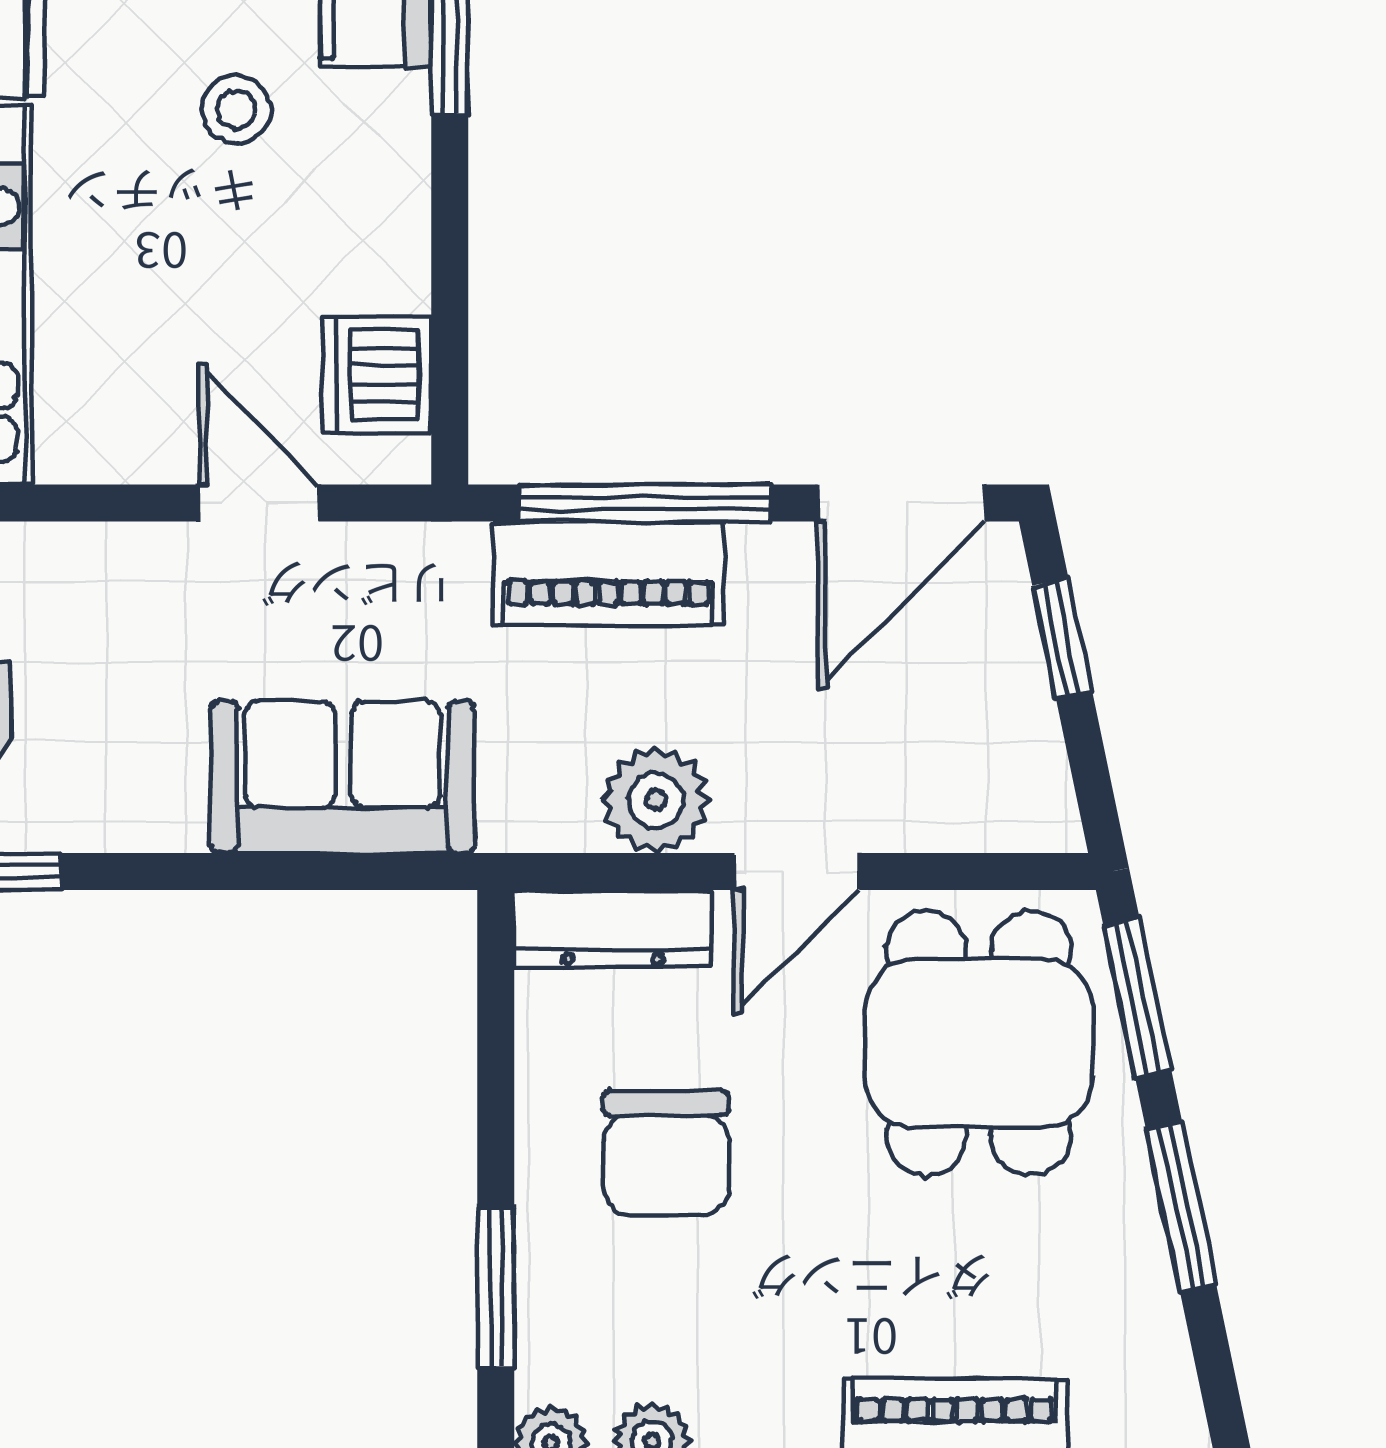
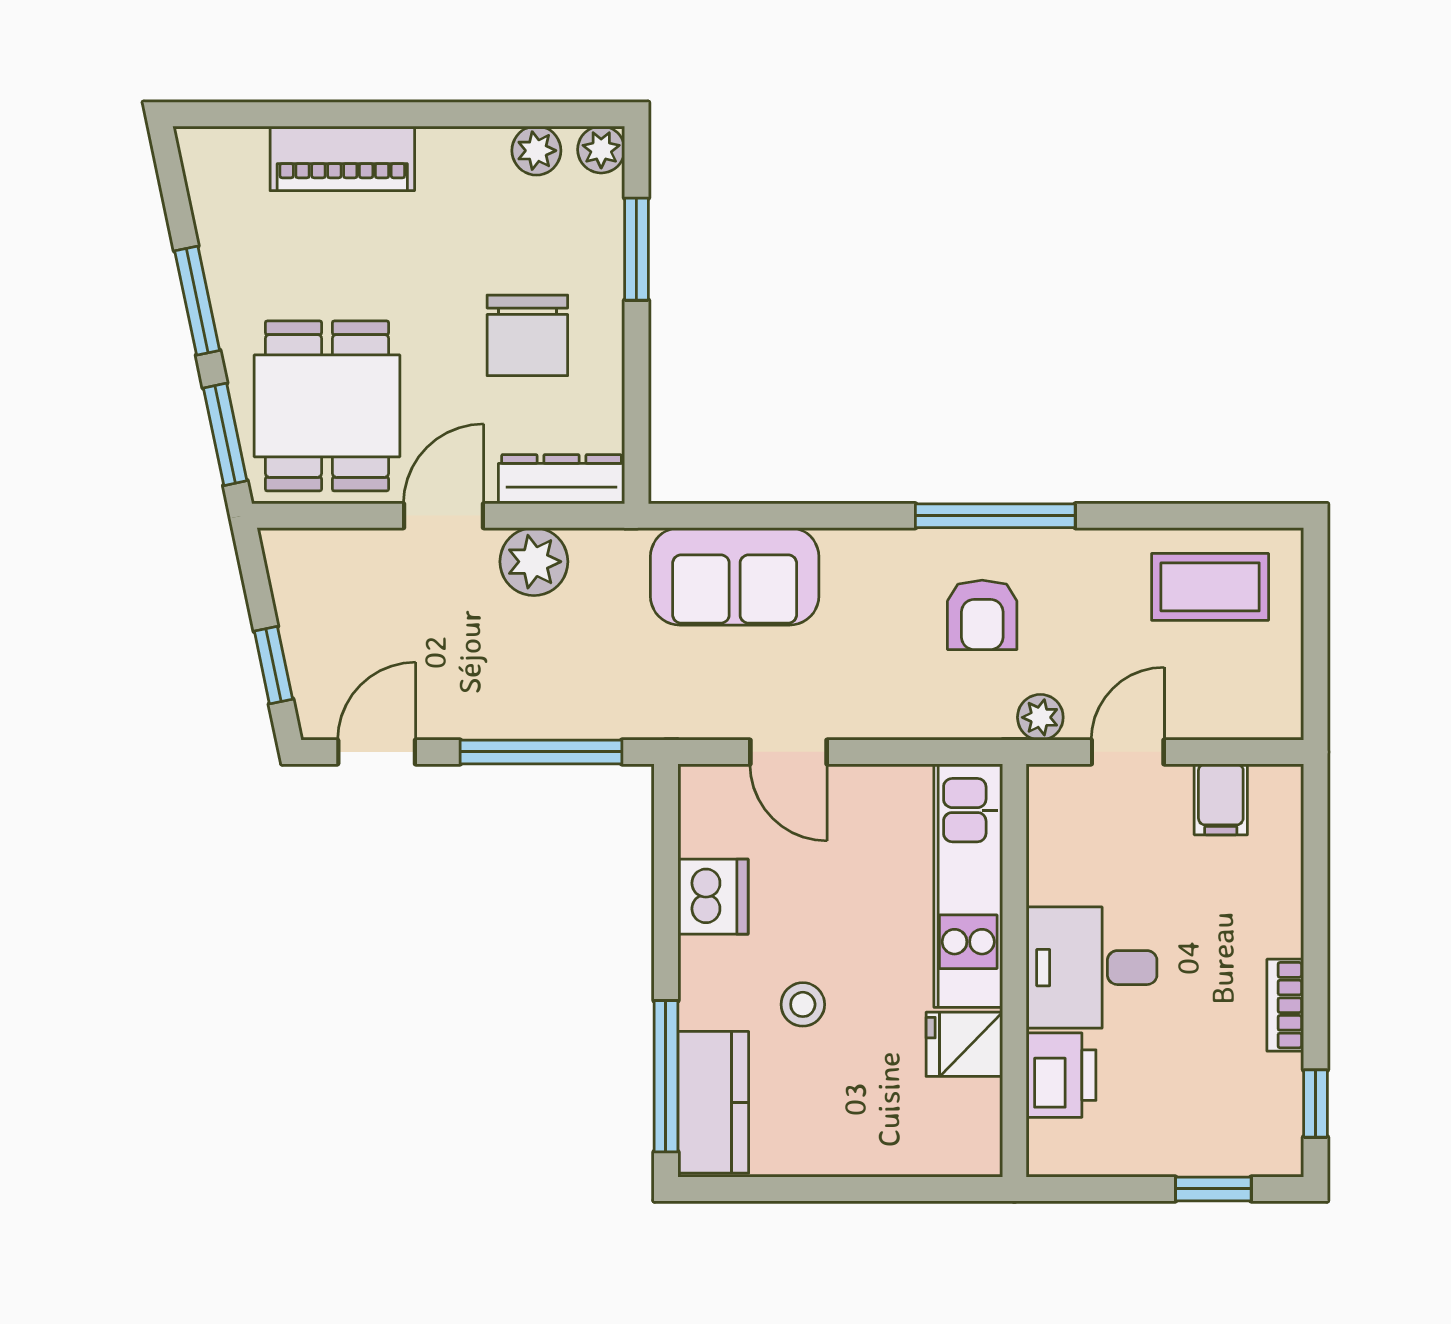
dishwasher: (376, 375) -> (713, 897), moved
door: (901, 503) -> (377, 752), width x0.73
piano: (608, 573) -> (564, 707), removed
chair: (666, 1153) -> (527, 335), turned 180

